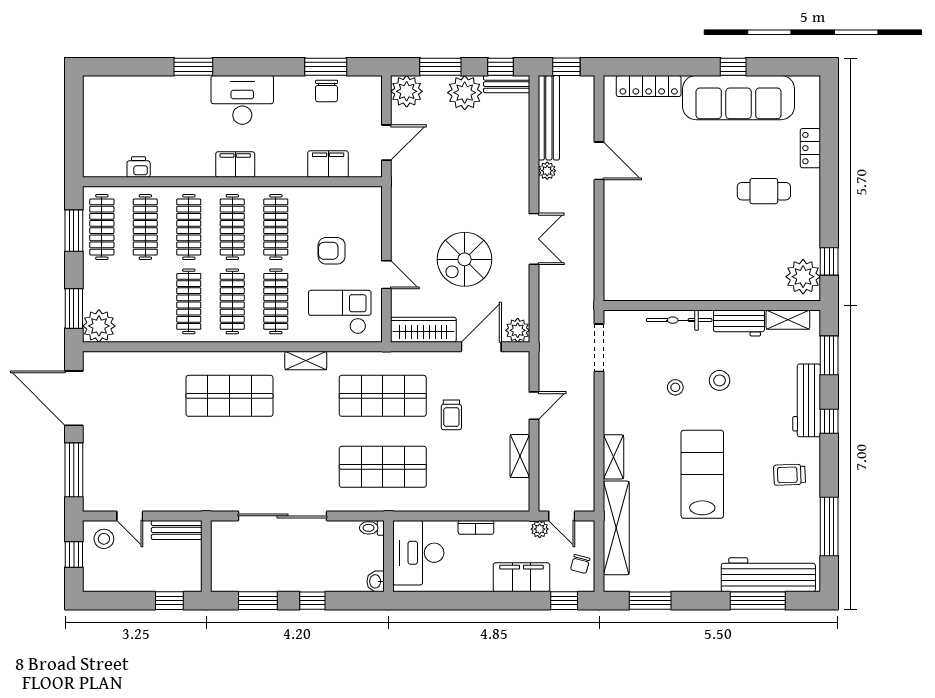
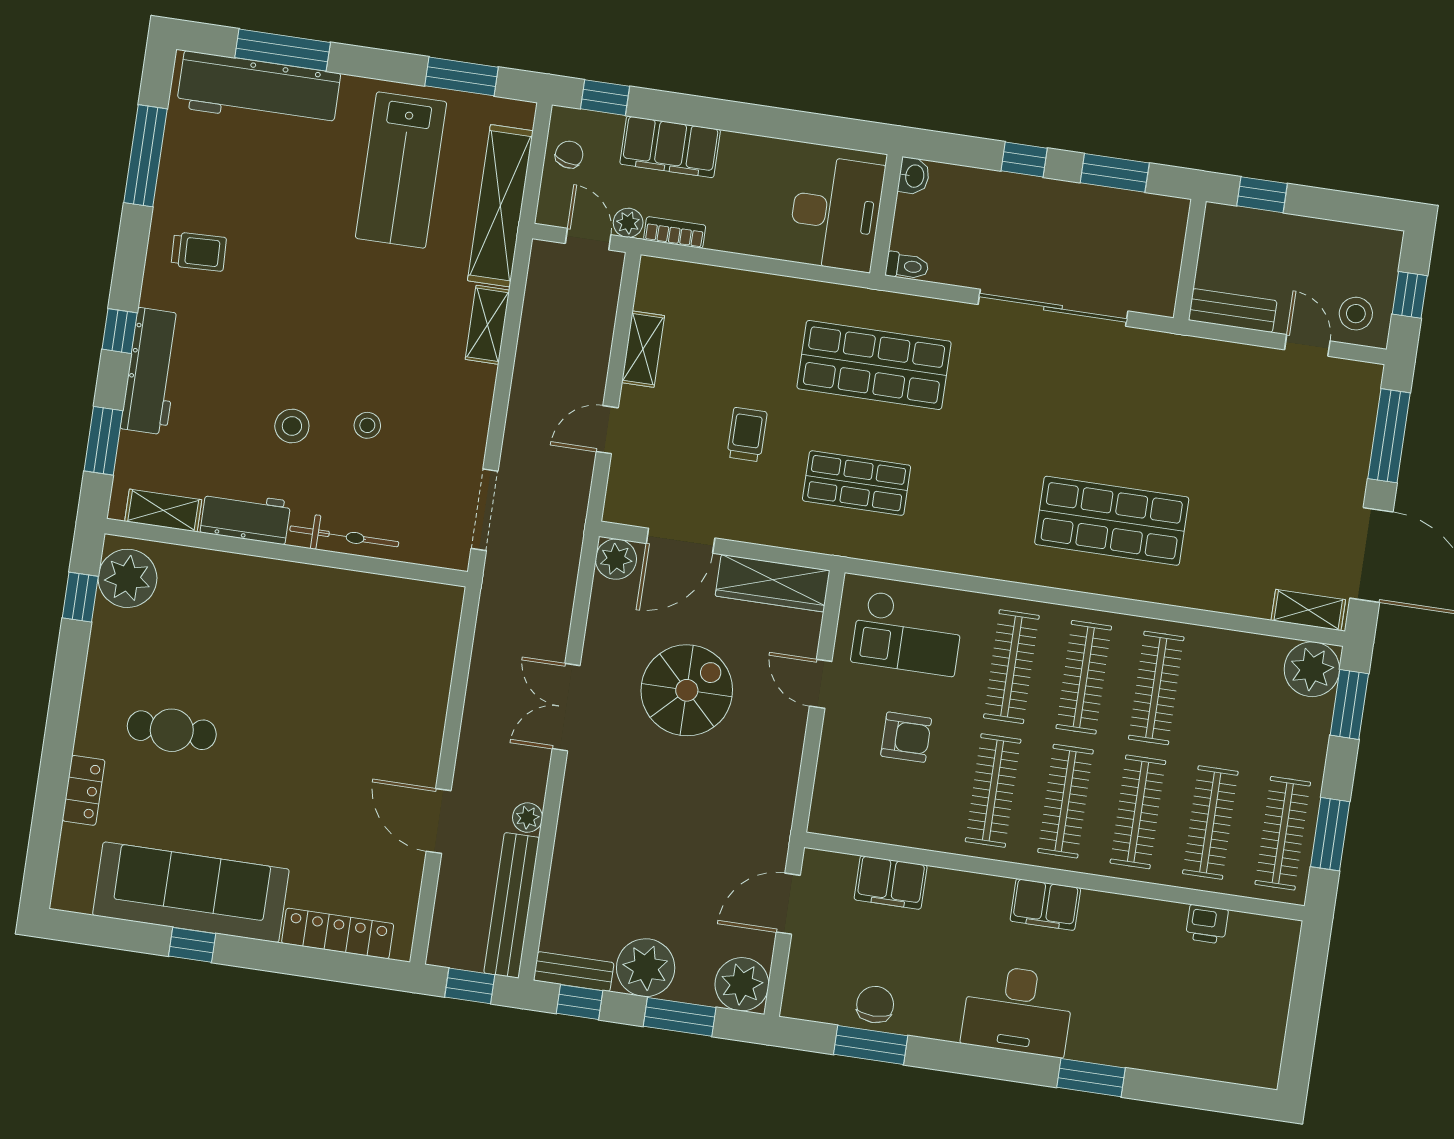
shelving: (306, 360) -> (1308, 610), moved
shop shelf: (383, 396) -> (857, 483), width x0.70, depth x0.74
lab bench: (702, 474) -> (401, 170), moved
bookcase: (476, 527) -> (675, 232), moved

